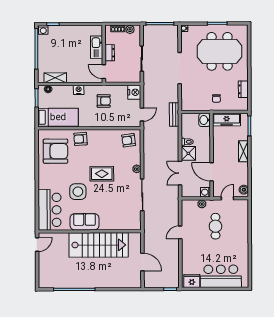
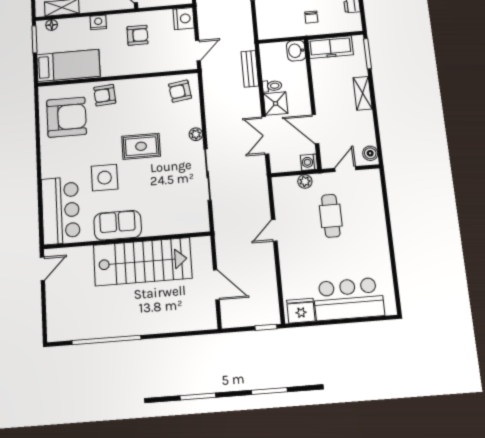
bench: (174, 114) -> (250, 69), moved

